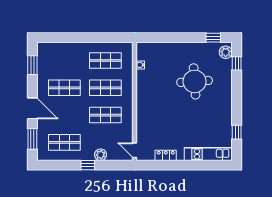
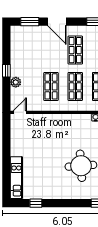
door: (32, 108) -> (57, 22), hinge flipped
shop shelf: (64, 142) -> (27, 50), removed
locker: (166, 155) -> (15, 140), removed

